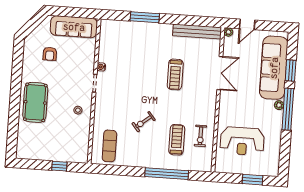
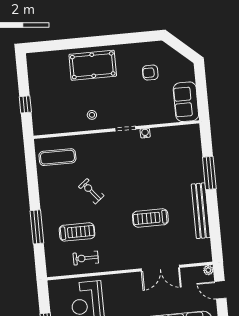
sofa: (74, 27) -> (186, 102), width x0.73
bench: (197, 31) -> (201, 211), moved
window: (167, 174) -> (37, 227), width x0.68

